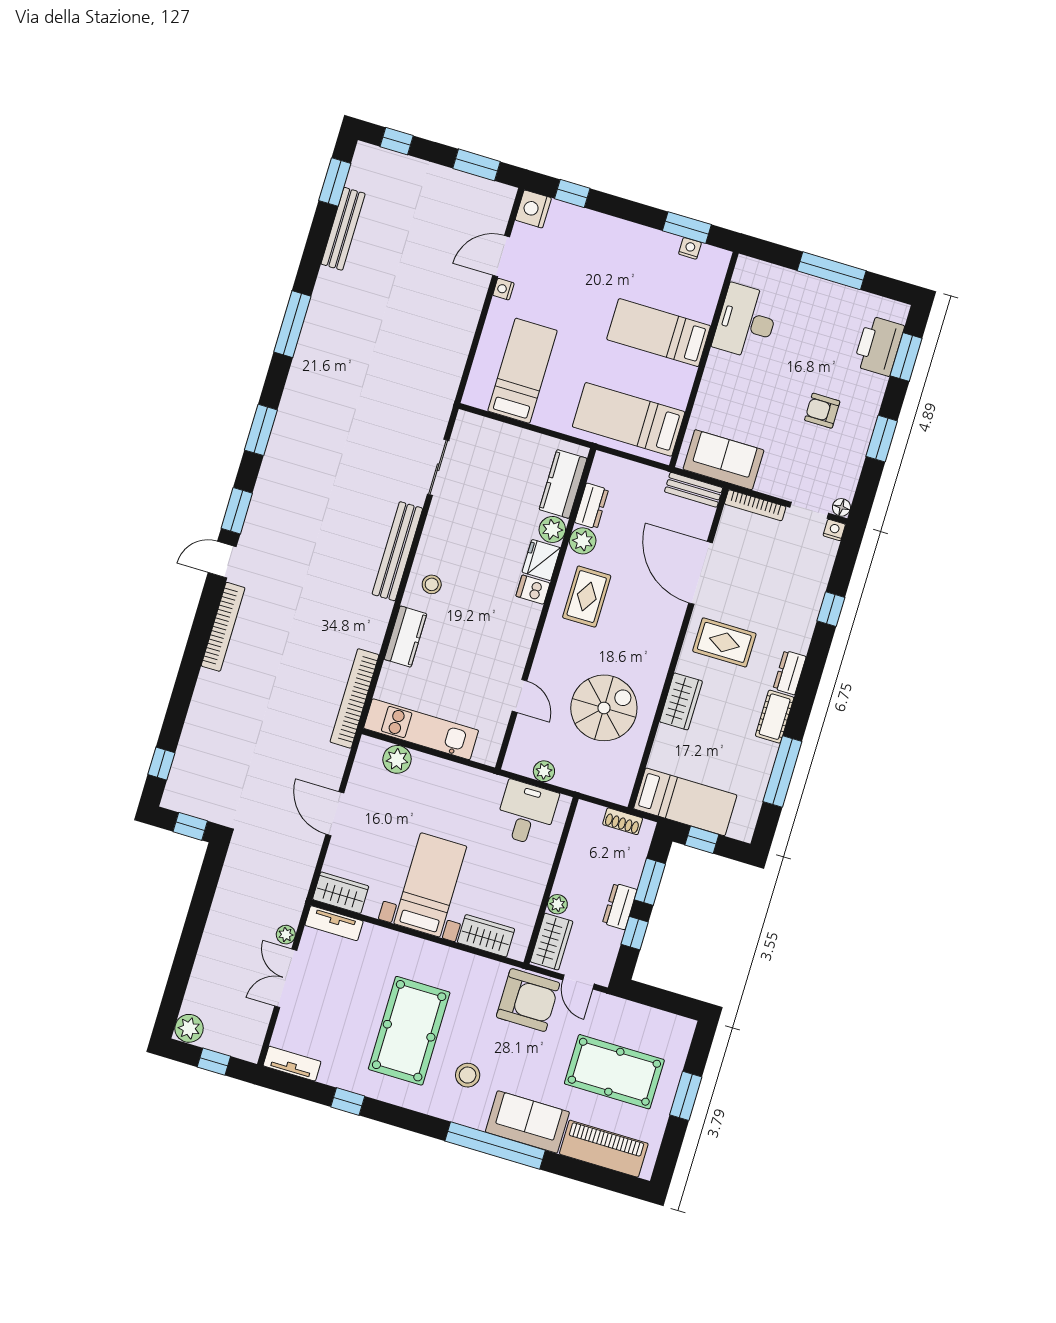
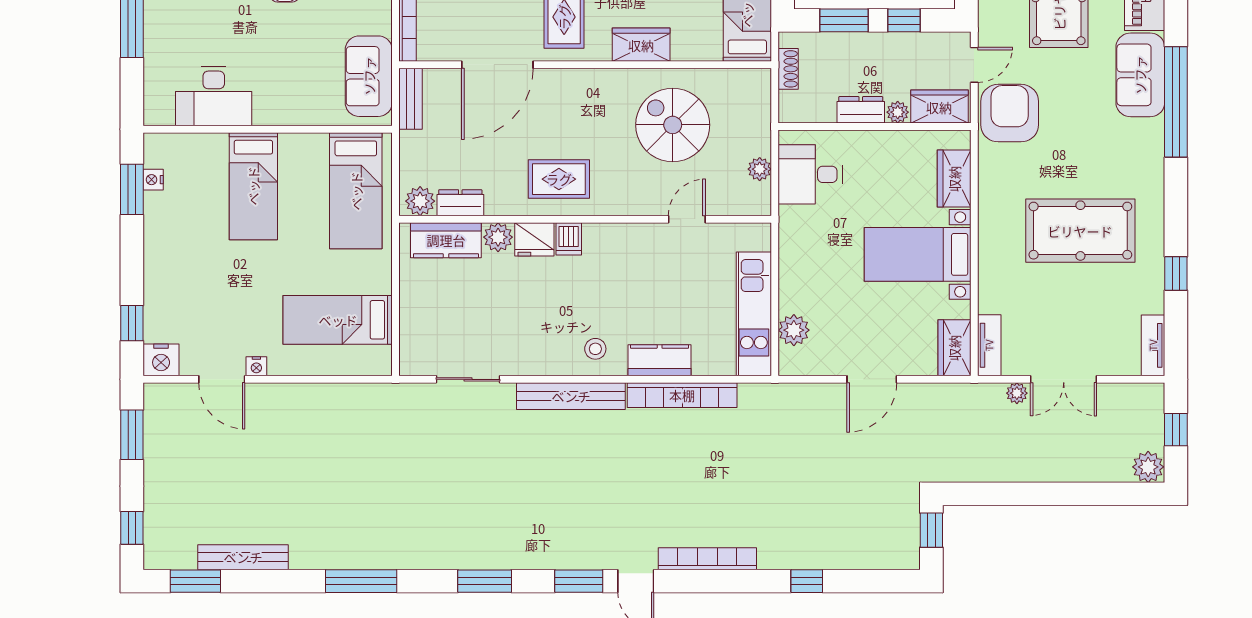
plant: (583, 541) -> (420, 201), moved
bookcase: (354, 698) -> (682, 395), moved
window: (161, 764) -> (807, 581), moved
dresser: (620, 906) -> (861, 110), moved, turned 180
stool: (468, 1075) -> (1109, 154), removed

